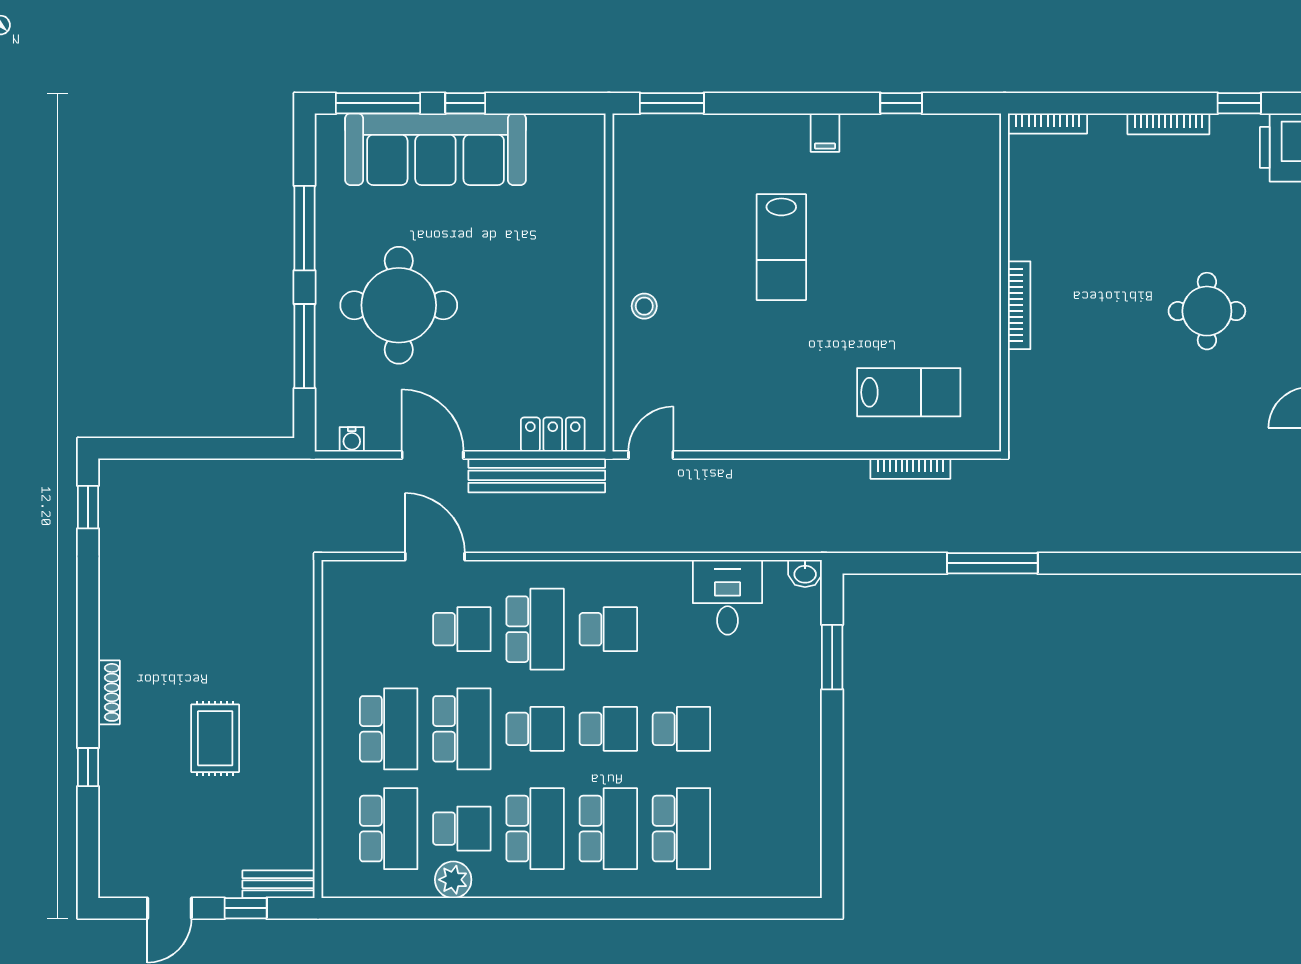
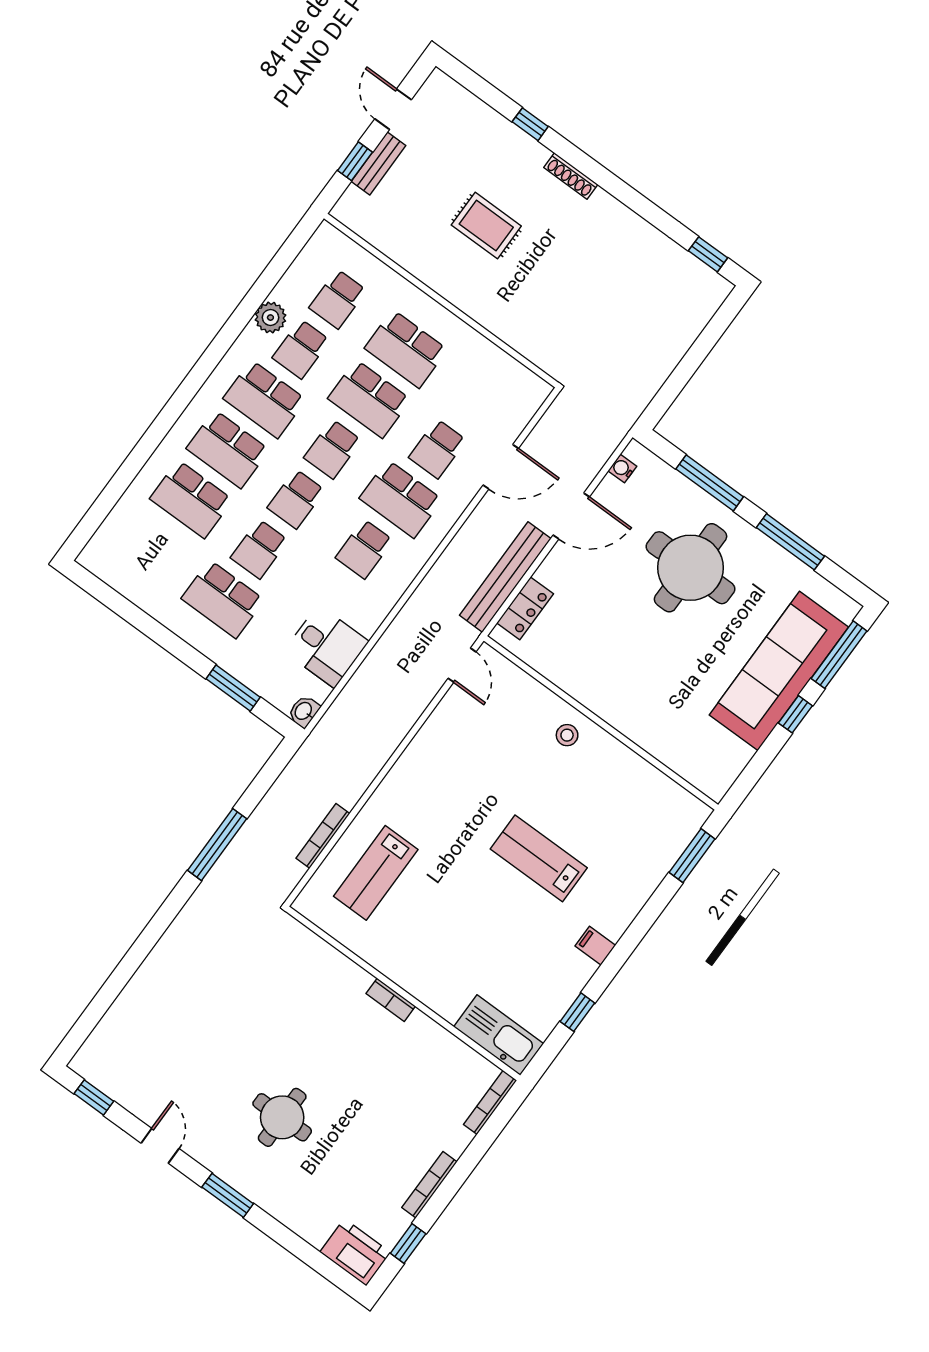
kitchen sink: (978, 162) -> (499, 1035), added
bookcase: (1019, 305) -> (391, 1000), width x0.64
school desk: (755, 729) -> (223, 599), added
school desk: (389, 829) -> (338, 299), width x0.54
bench: (279, 884) -> (378, 163), moved

